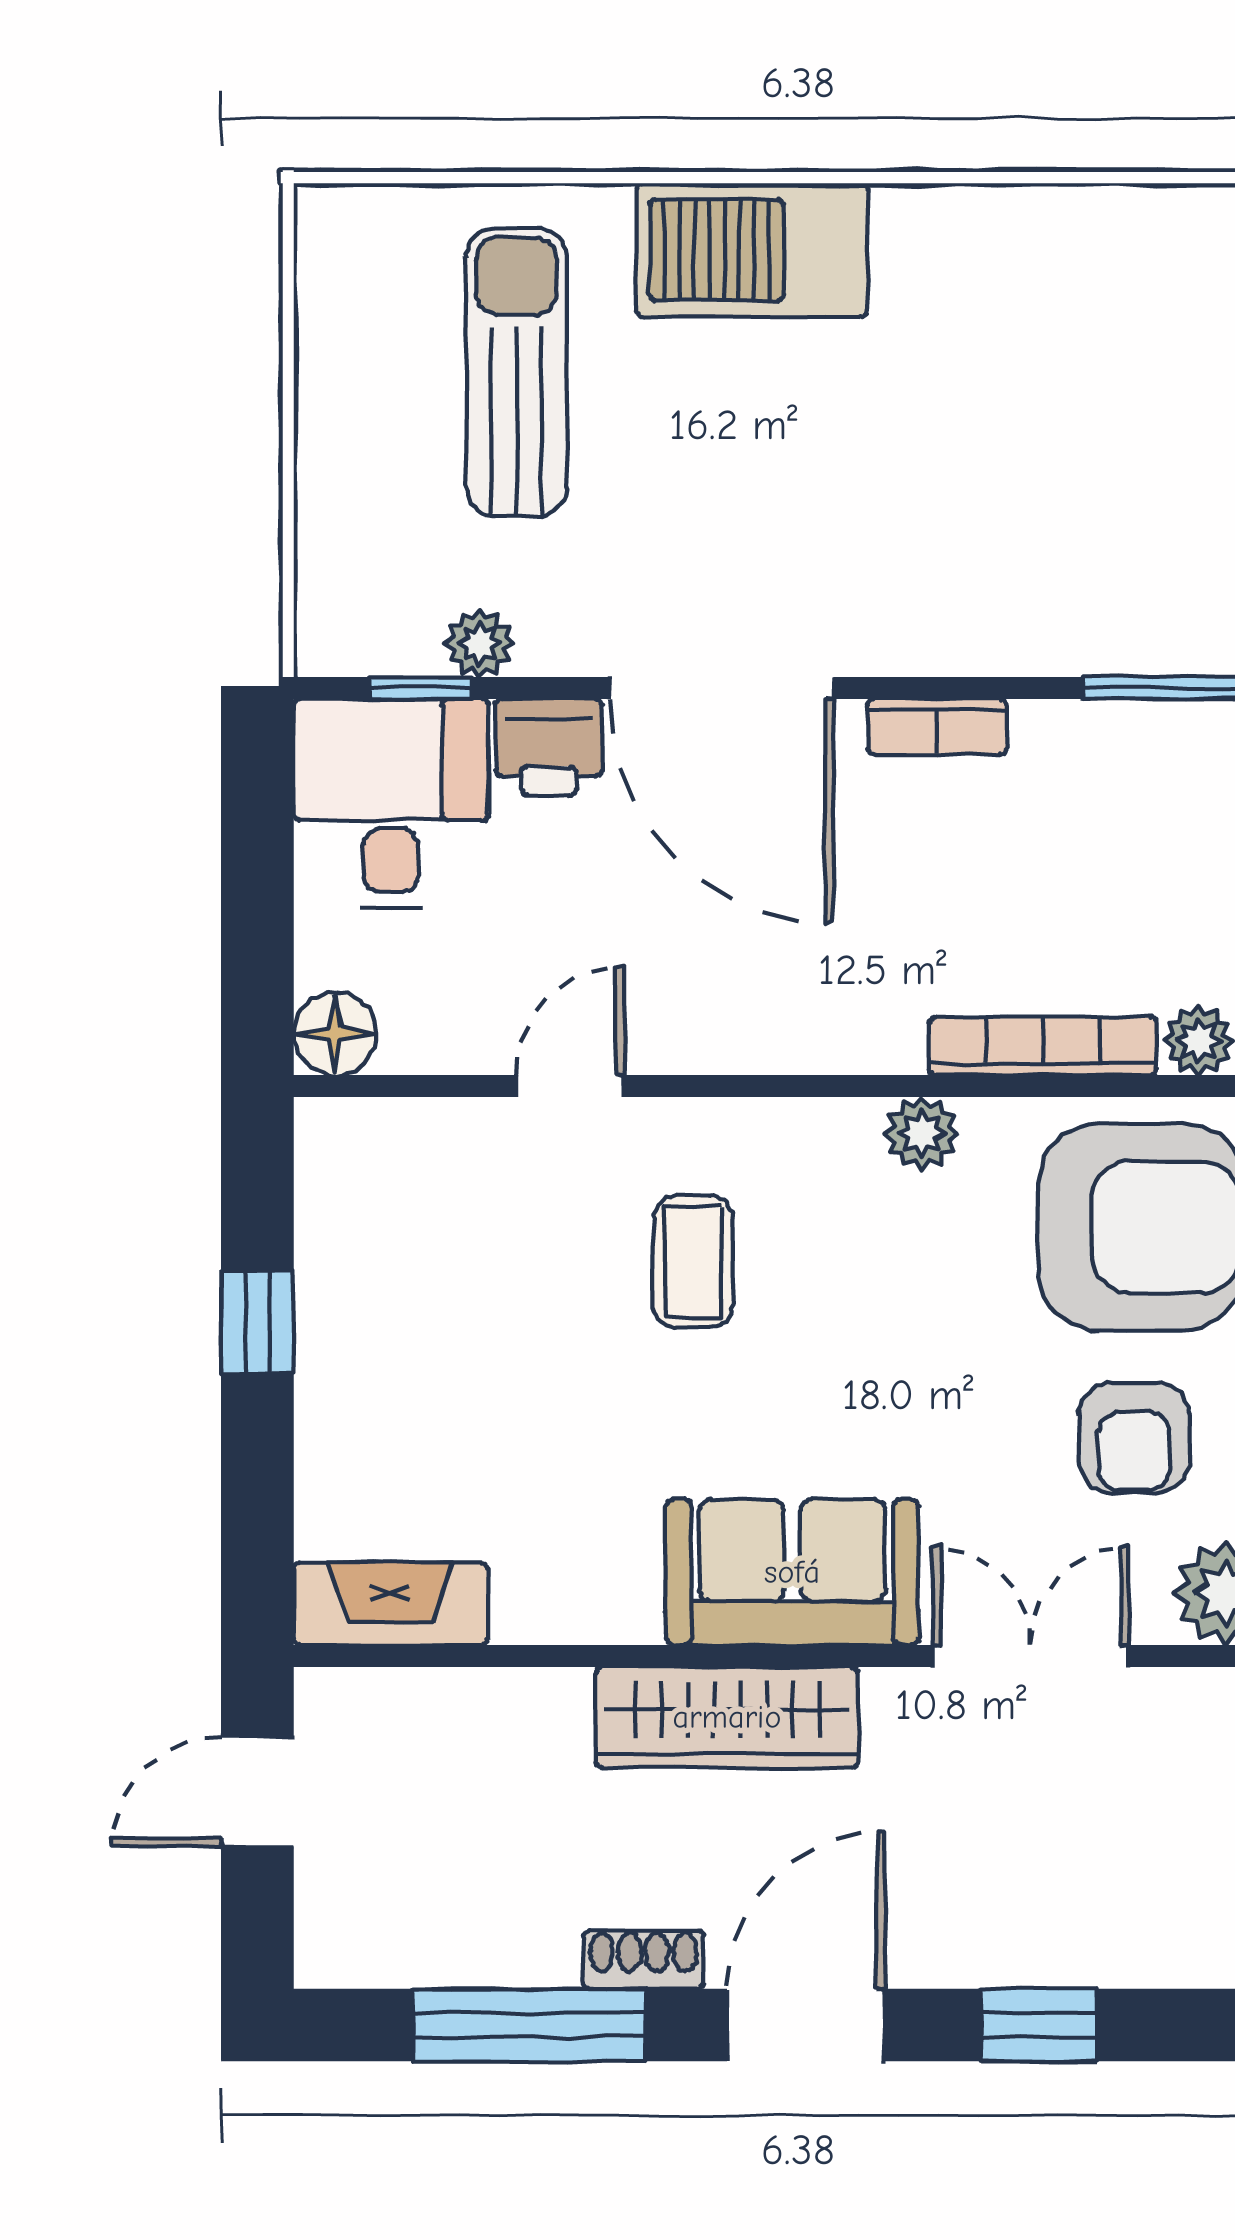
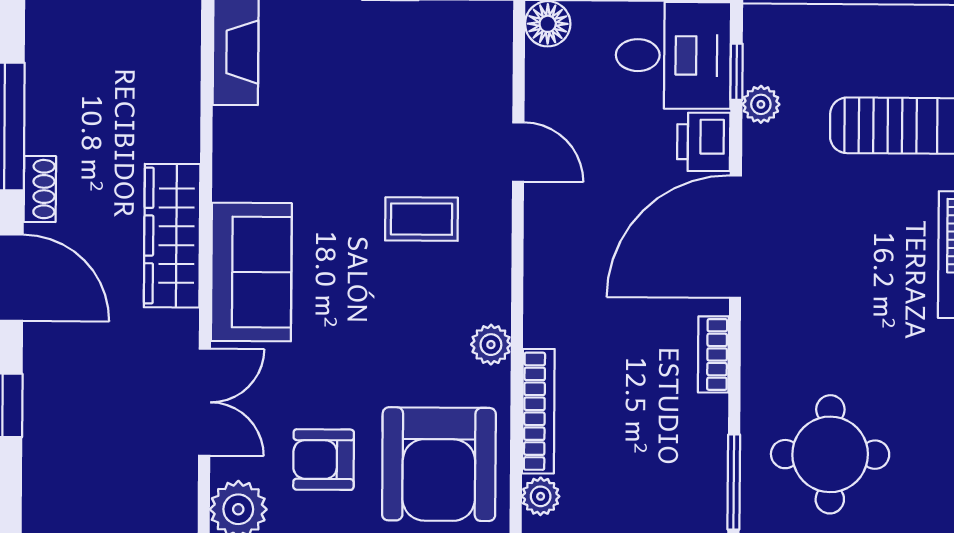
round table: (1118, 512) -> (830, 454), added

